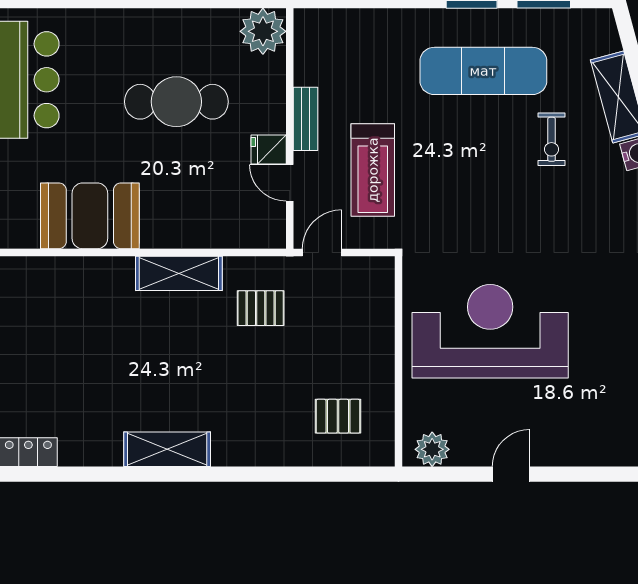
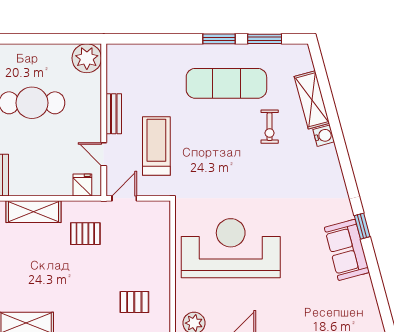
fridge: (269, 150) -> (82, 185), moved, turned 90
treadmill: (373, 170) -> (156, 146), turned 180

